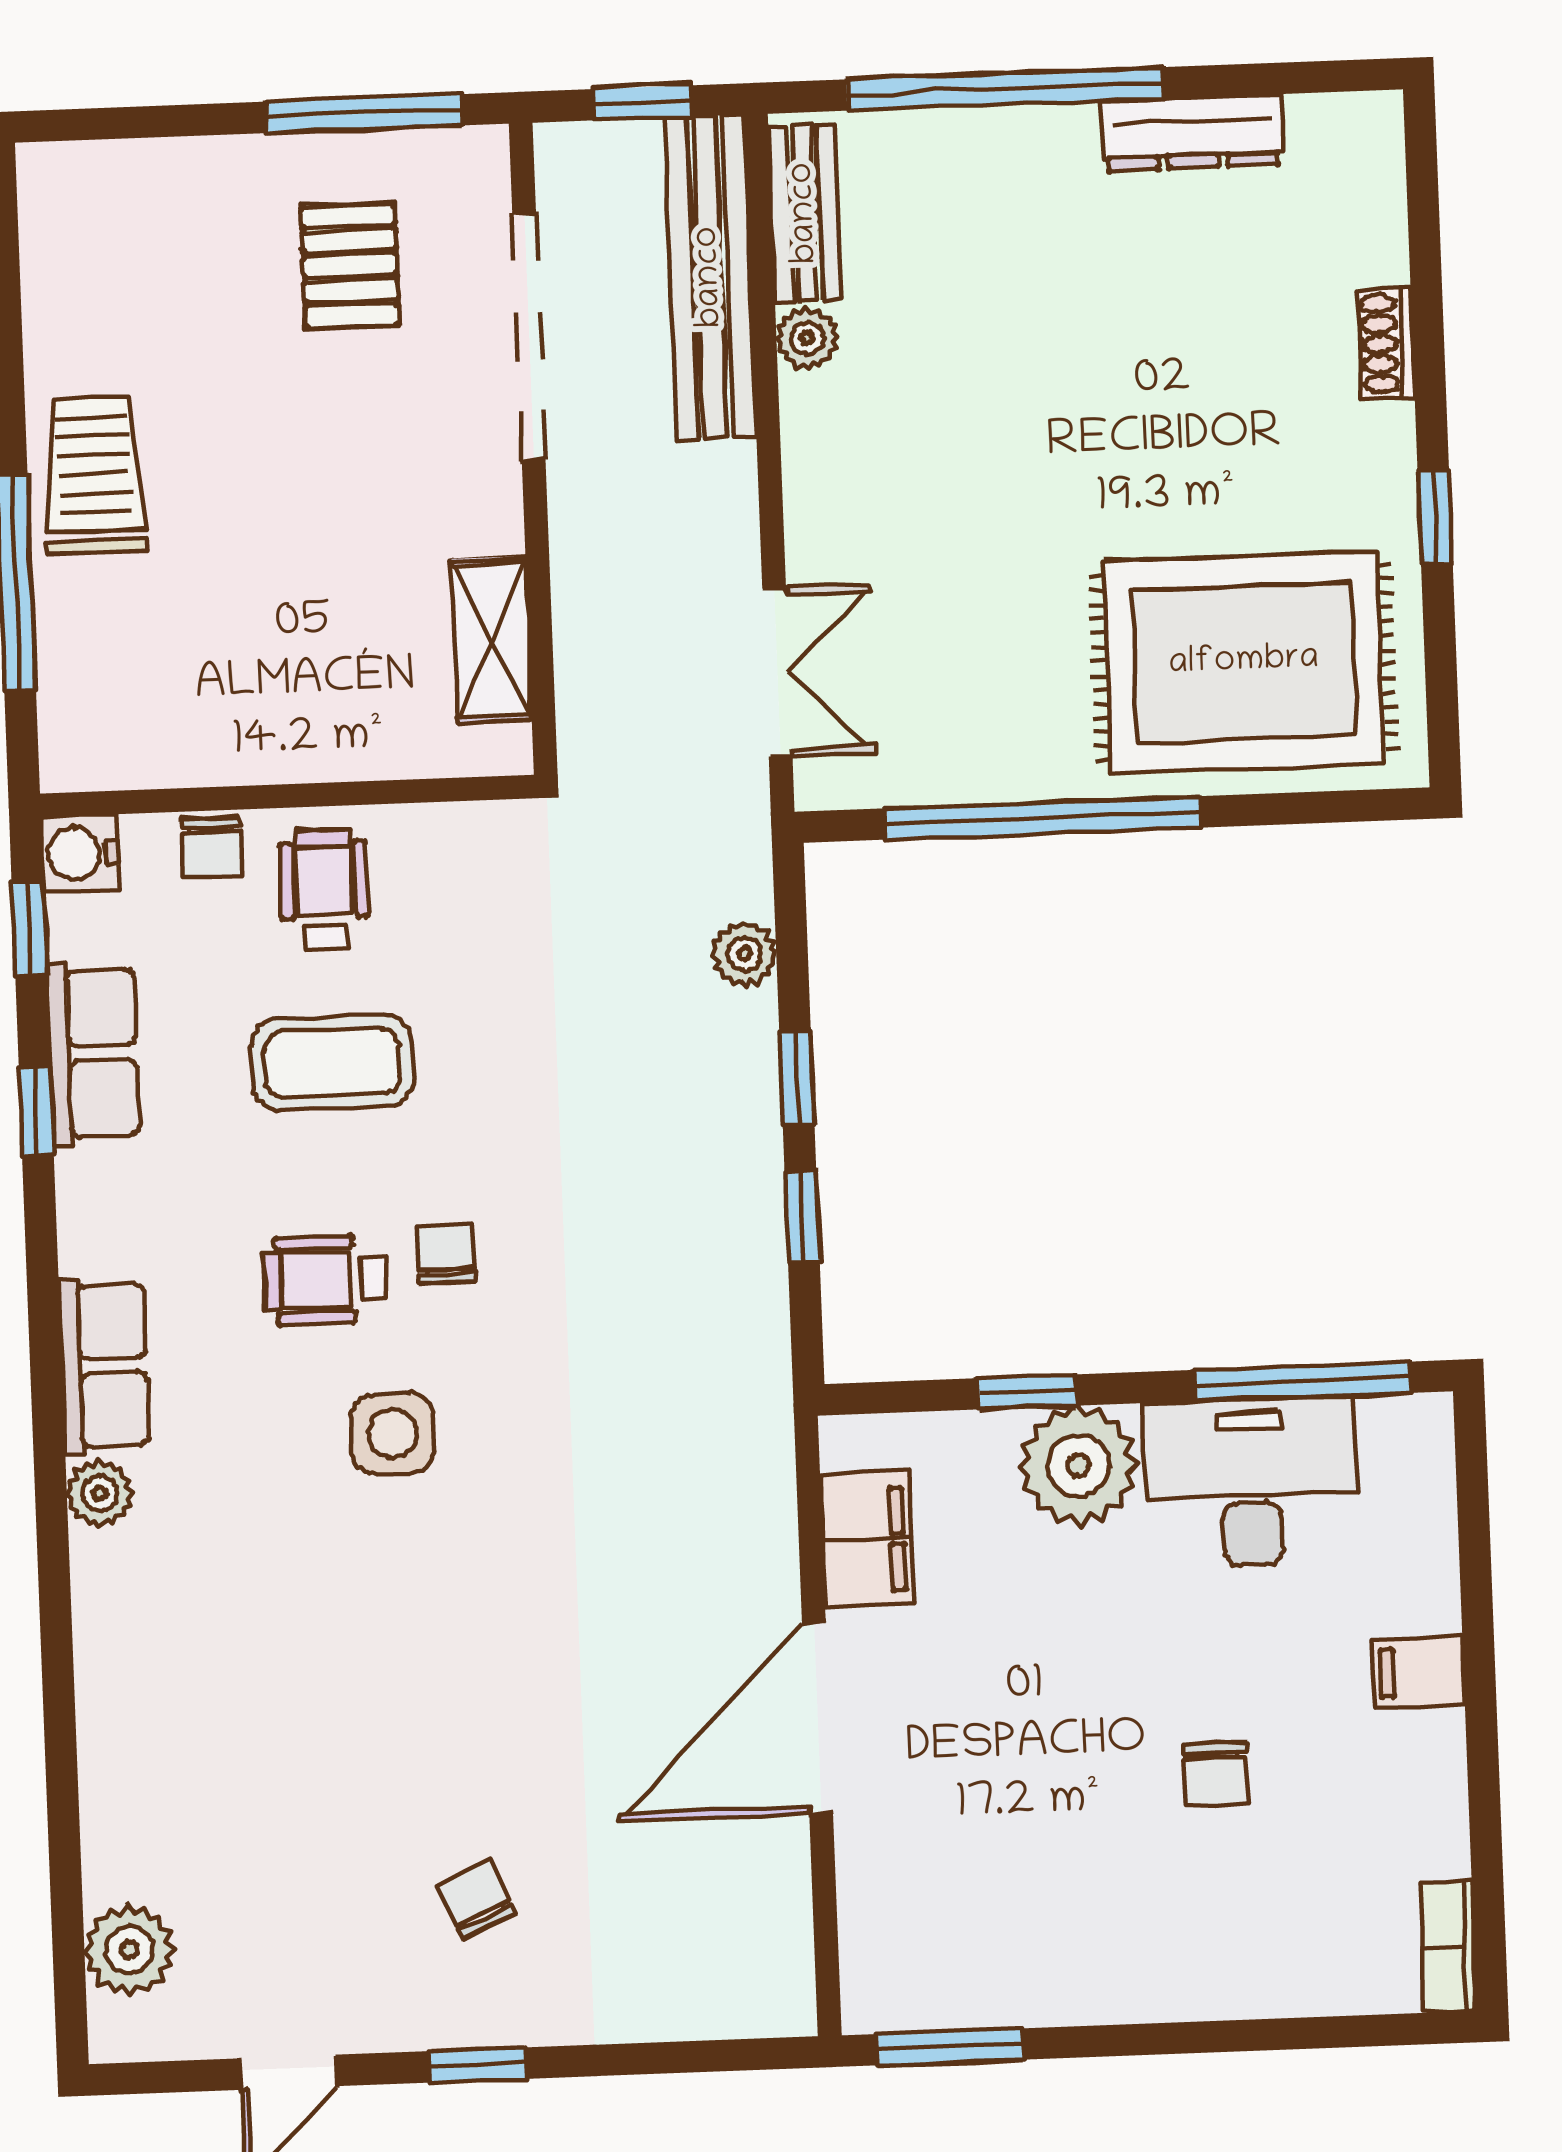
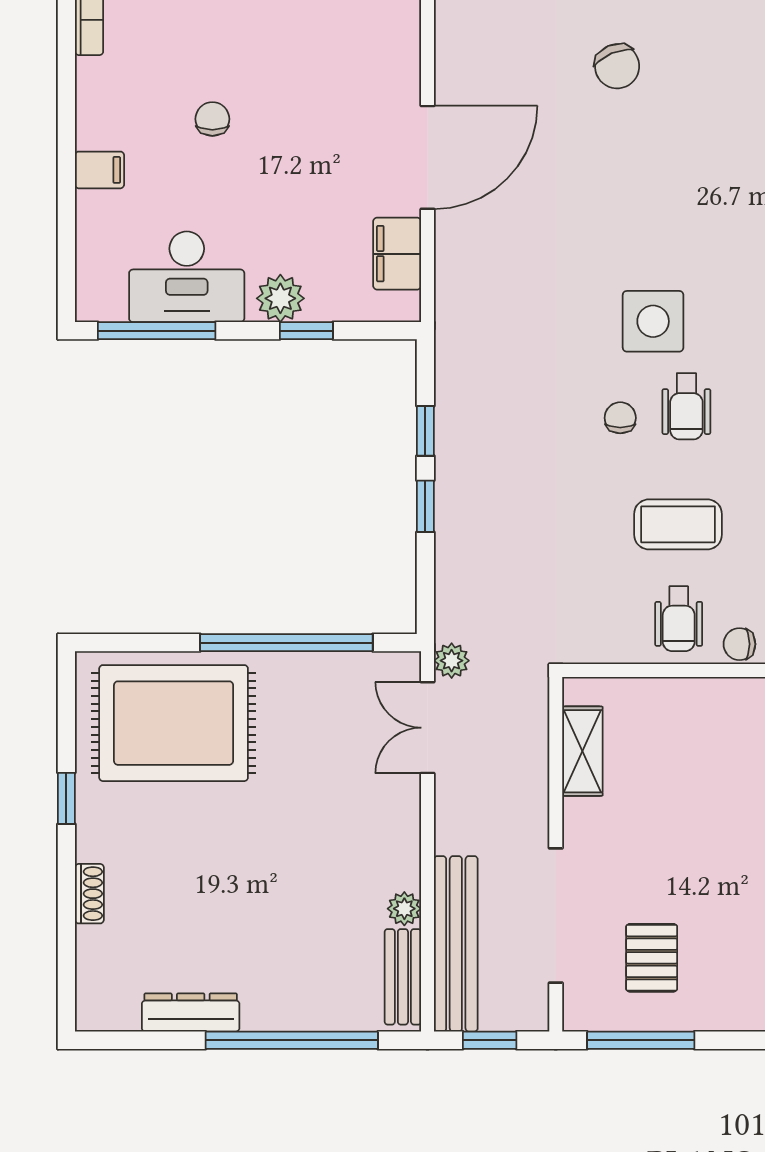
chair: (211, 847) -> (739, 644), turned -90
plant: (744, 954) -> (452, 661), moved
chair: (446, 1254) -> (620, 418), turned 180
wheelchair: (325, 1280) -> (686, 406), turned 90
side table: (392, 1434) -> (653, 321), width x1.37, depth x1.37
plant: (1078, 1465) -> (280, 298), width x0.73, depth x0.73
chair: (476, 1899) -> (617, 66), width x1.37, depth x1.37

